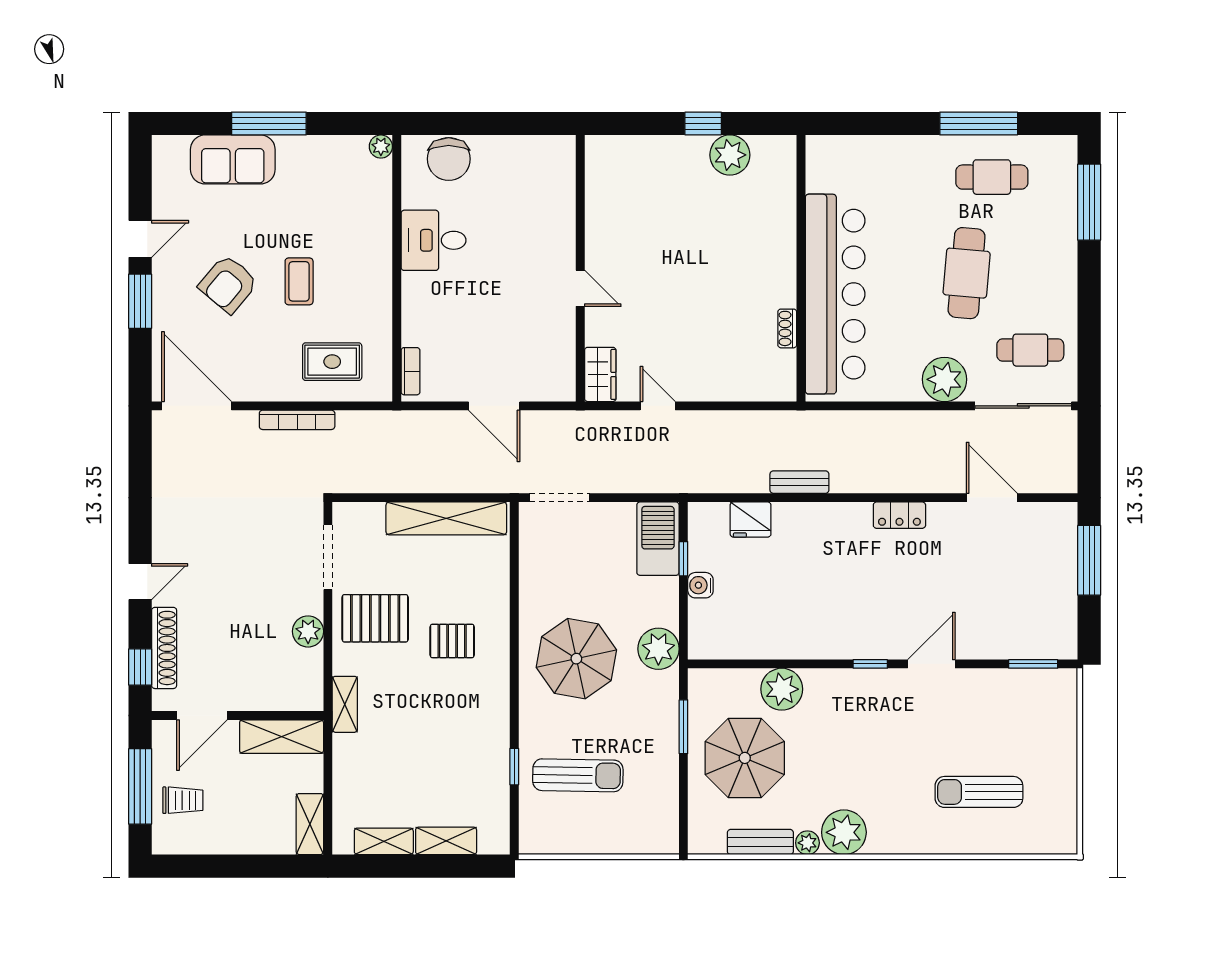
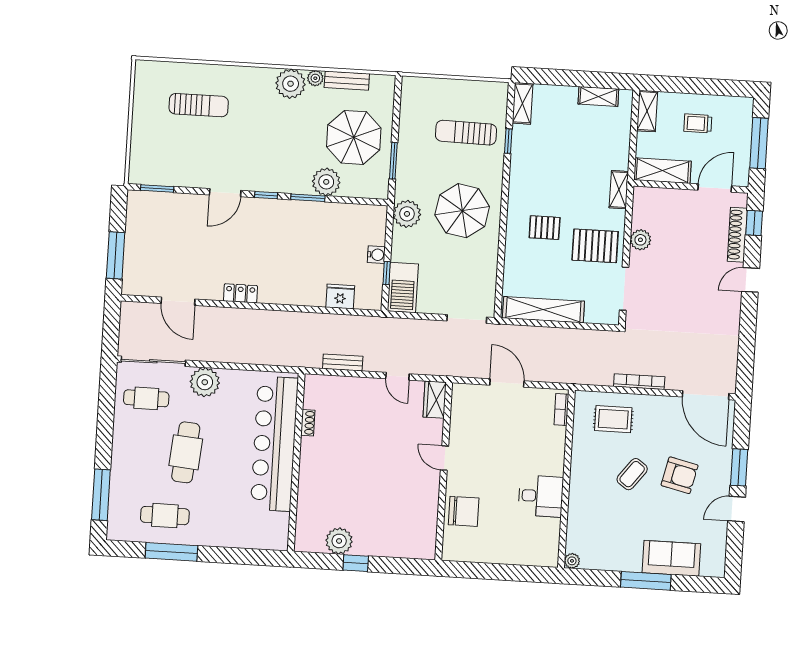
chair: (449, 159) -> (464, 511), moved, turned 90
coffee table: (299, 281) -> (632, 474), turned 37
armchair: (228, 284) -> (680, 475), turned 63
bench: (799, 482) -> (343, 362), moved
window: (808, 664) -> (308, 198), added
trolley: (183, 800) -> (698, 123), moved
shelving: (446, 841) -> (523, 103), moved, turned 90

